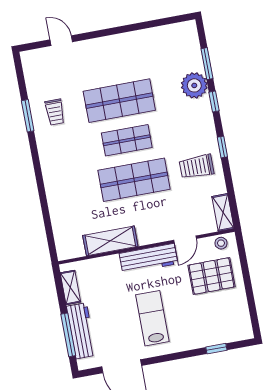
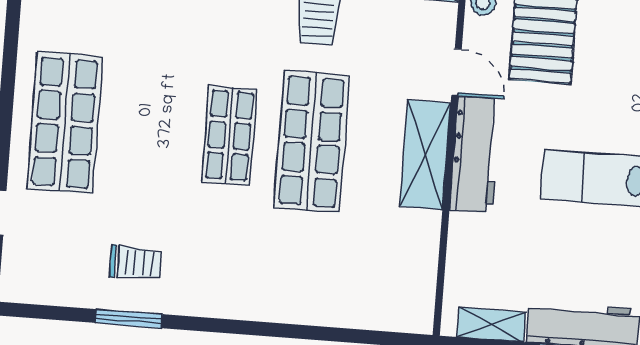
shop shelf: (119, 101) -> (65, 123), moved
shelving: (110, 241) -> (425, 155), moved

